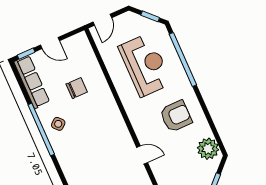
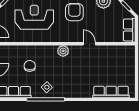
plant: (117, 124) -> (63, 51), added
door: (142, 155) -> (89, 44), hinge flipped

